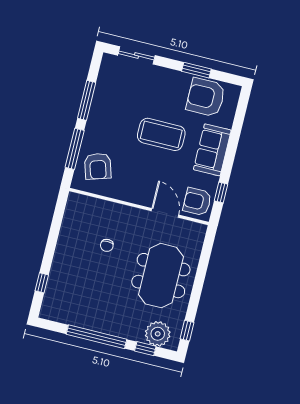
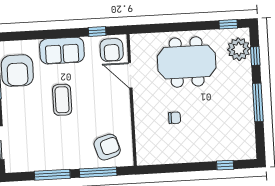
coffee table: (161, 134) -> (62, 100), width x0.73, depth x0.76
door: (165, 213) -> (130, 75), hinge flipped
window: (96, 337) -> (258, 102), width x0.68

